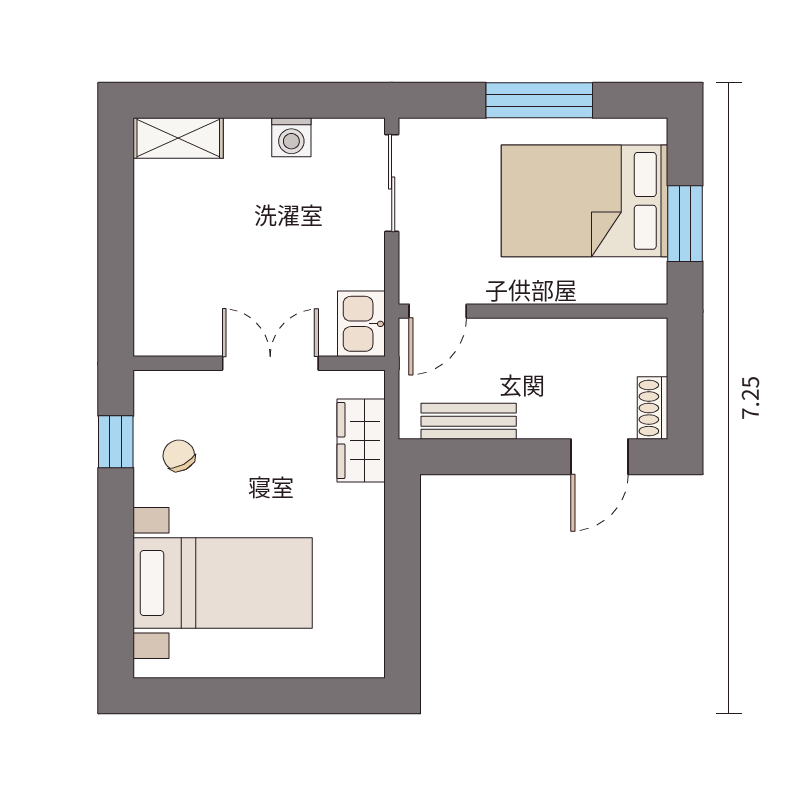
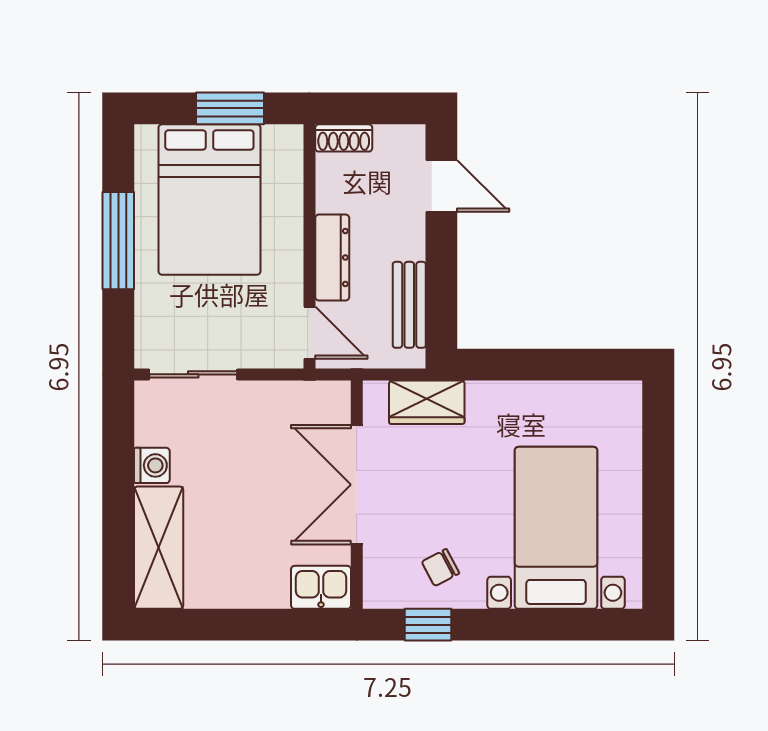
shelving: (178, 138) -> (159, 548), width x1.50, depth x1.33
kitchen sink: (361, 324) -> (321, 587), moved, turned 180
dresser: (521, 336) -> (332, 257), added
double door: (270, 363) -> (357, 485), width x1.37
shoe rack: (653, 408) -> (344, 138), moved

